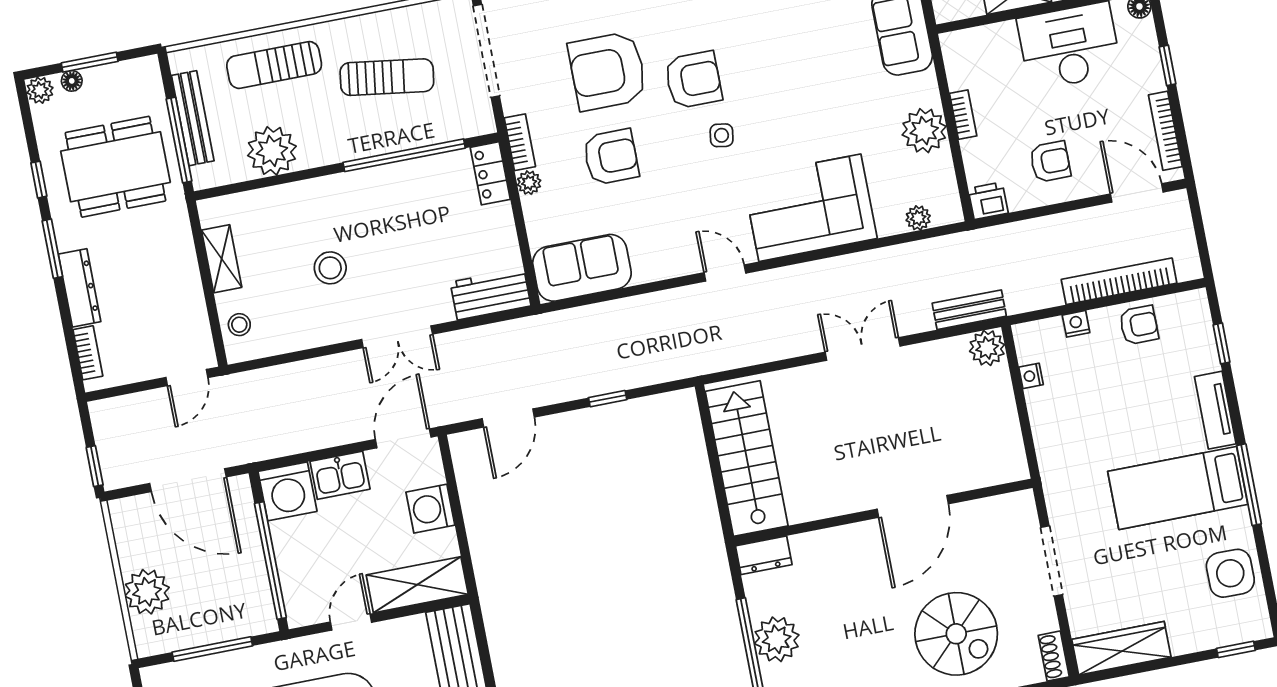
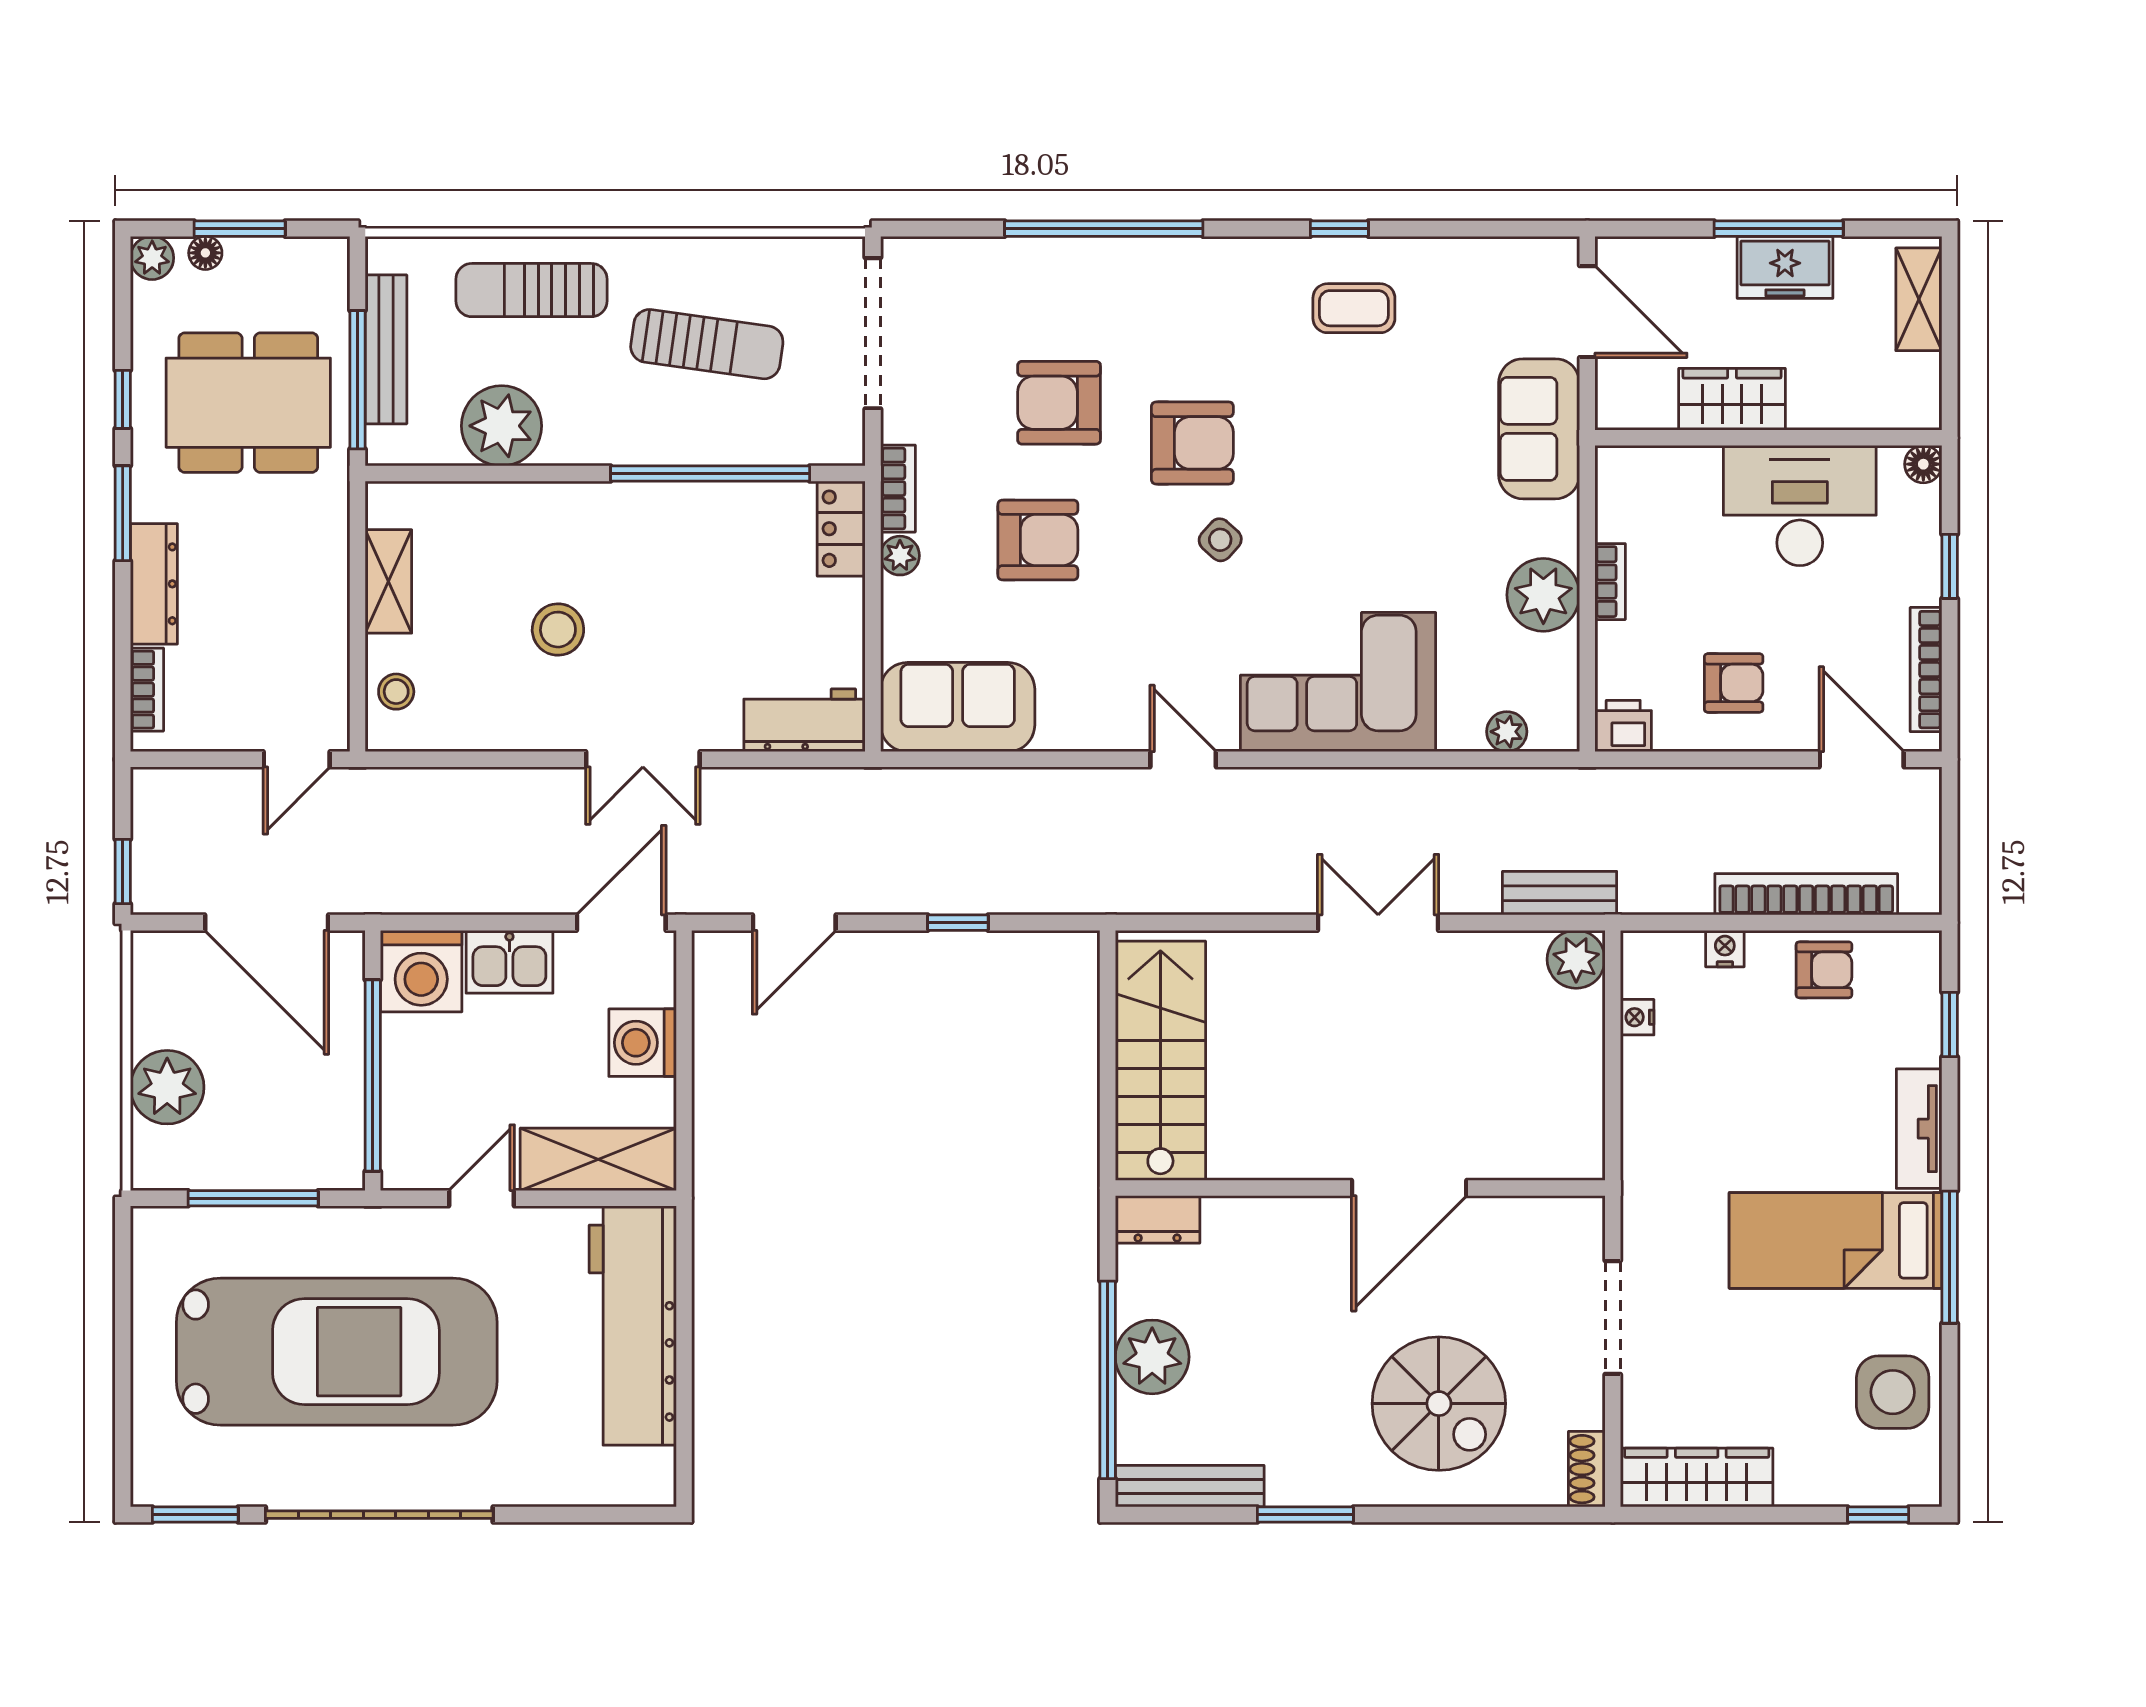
armchair: (608, 71) -> (1059, 403), width x0.73, depth x0.73
side table: (722, 135) -> (1220, 540), turned 33

